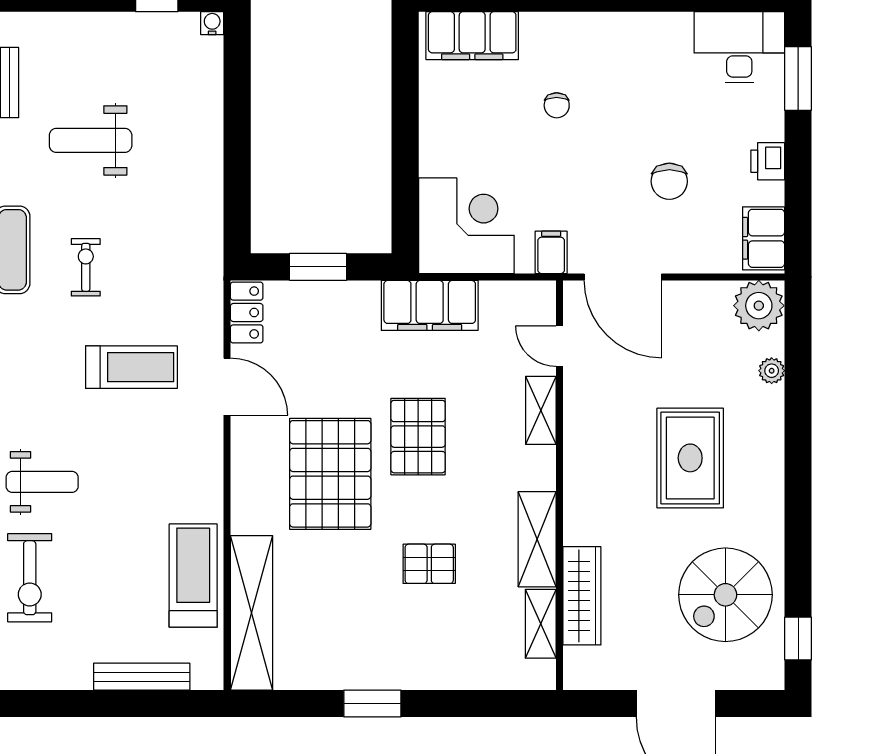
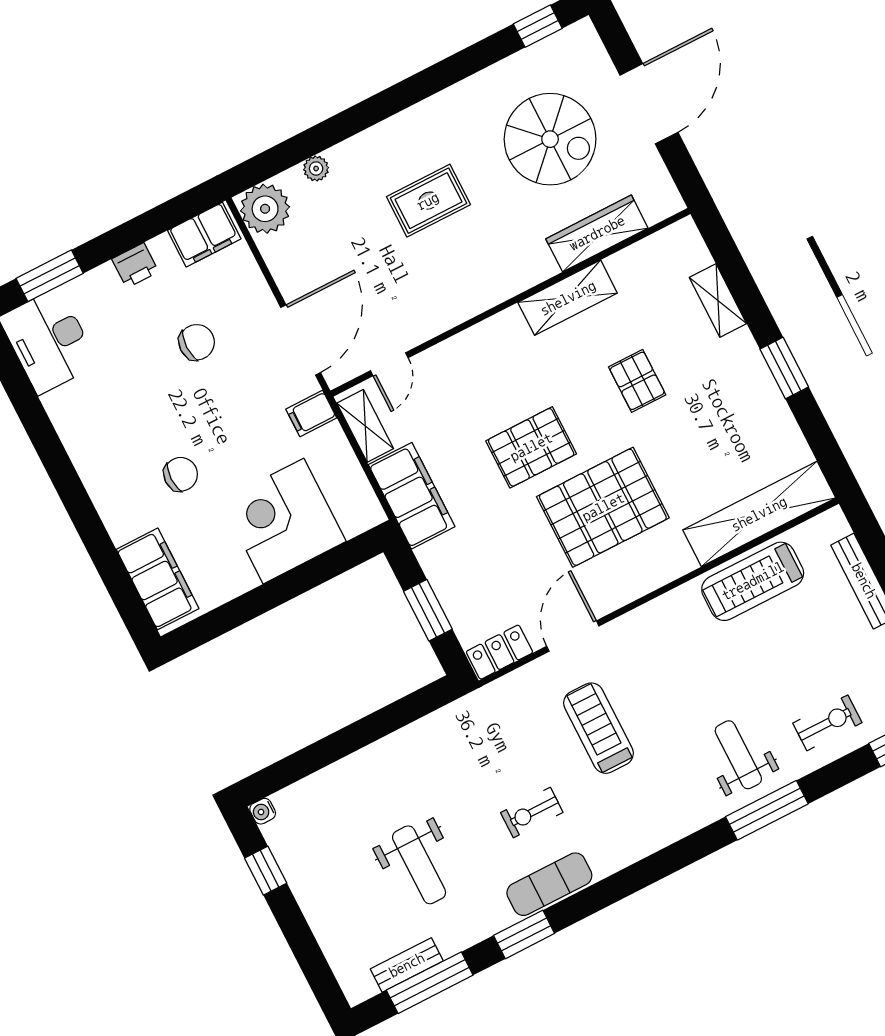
chair: (557, 105) -> (181, 474), width x1.37, depth x1.37
corner desk: (466, 226) -> (283, 521), moved
shelving: (541, 410) -> (365, 426), moved, turned 90
rug: (690, 458) -> (428, 201), width x0.73, depth x0.70
exercise bike: (30, 578) -> (827, 723), width x0.73, depth x0.72
spiral stairs: (725, 595) -> (550, 139), moved
shelving: (541, 624) -> (718, 301), moved, turned 90

